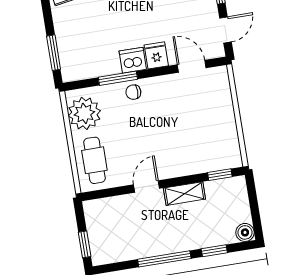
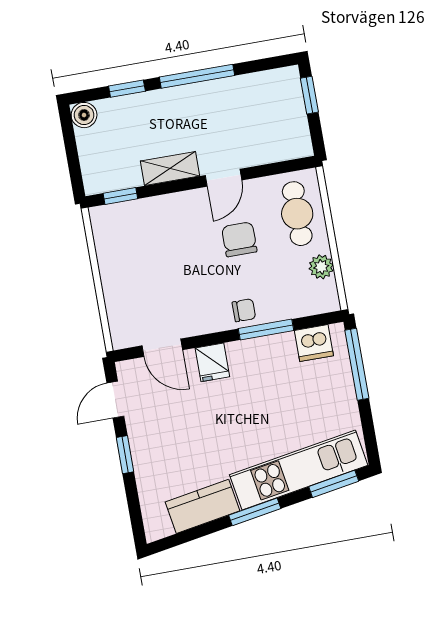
window: (54, 53) -> (357, 364), width x1.44
dishwasher: (133, 60) -> (314, 343), moved
plant: (84, 113) -> (321, 267), width x0.53, depth x0.53
chair: (136, 143) -> (239, 239), added

